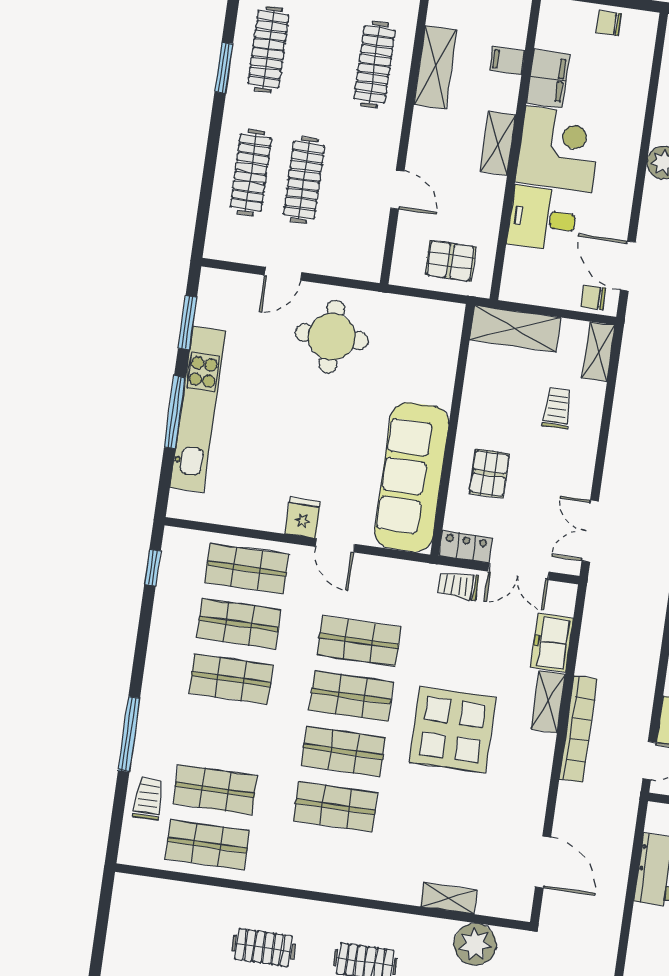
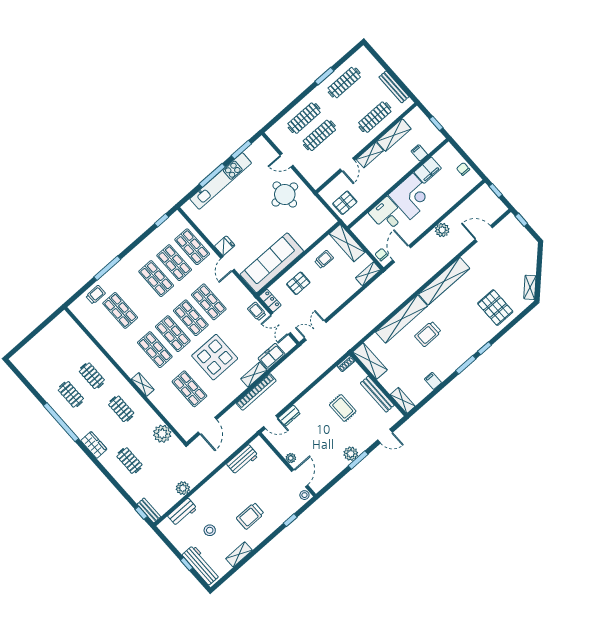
shelving: (498, 143) -> (370, 155), moved
pallet: (450, 261) -> (345, 203), turned 90
trolley: (557, 408) -> (324, 259), moved
shop shelf: (207, 845) -> (189, 389), moved
shelving: (449, 898) -> (143, 384), moved

